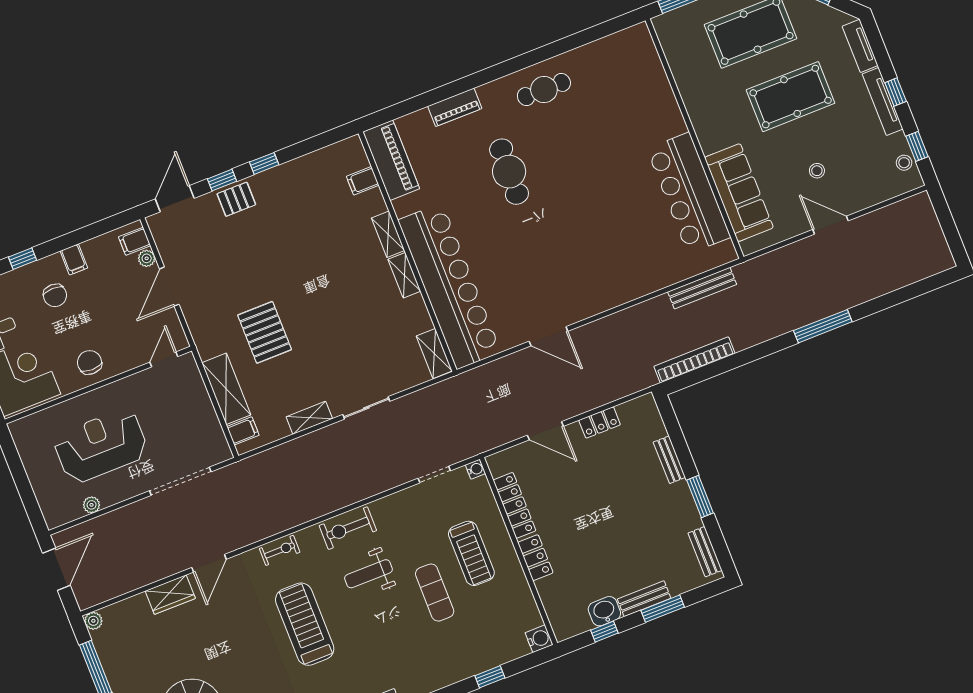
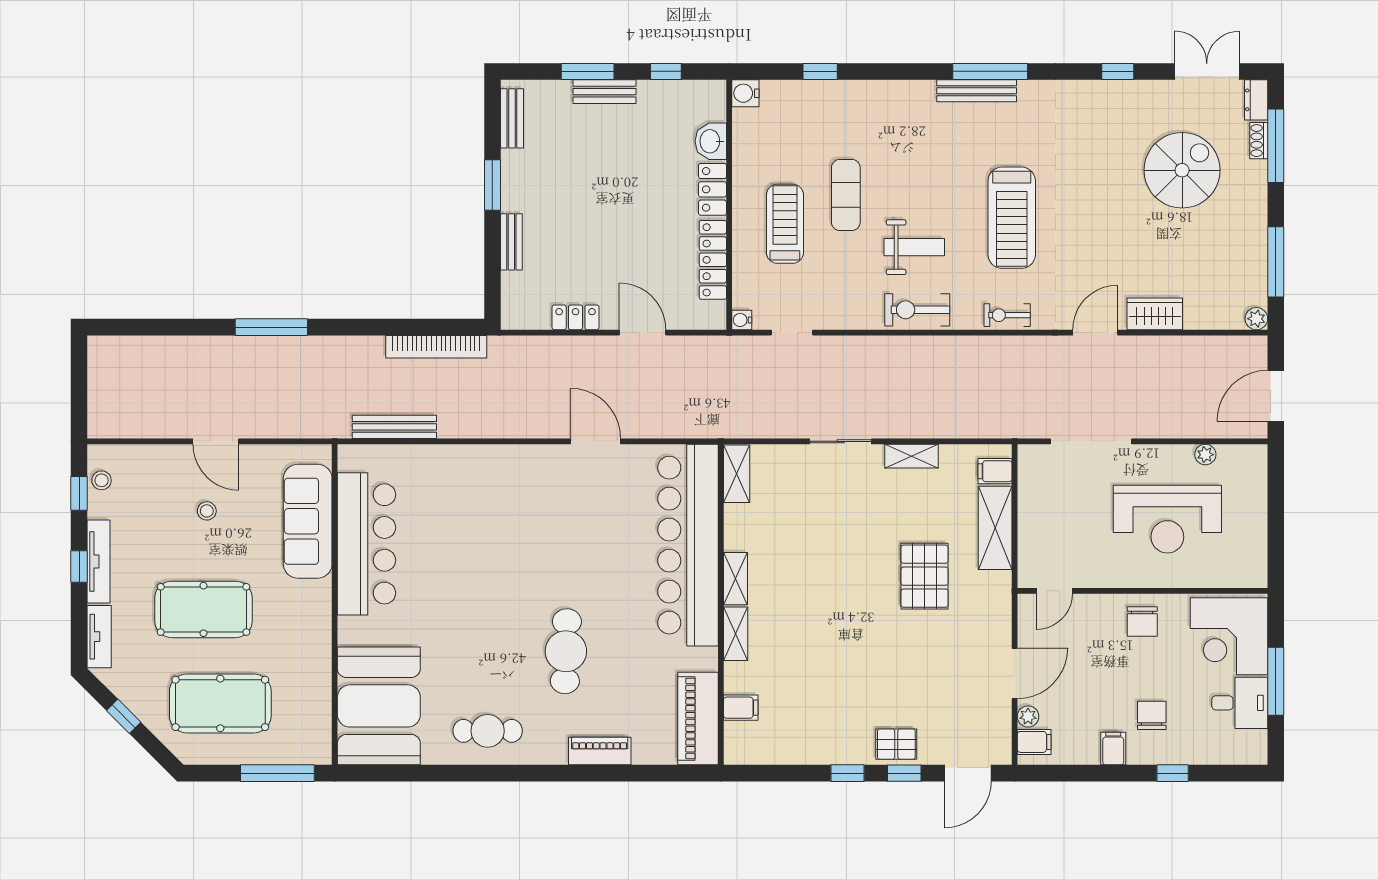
booth: (632, 76) -> (379, 706), added
exercise bike: (348, 528) -> (917, 310), turned 180
washbasin: (604, 611) -> (711, 141), moved, turned 90

